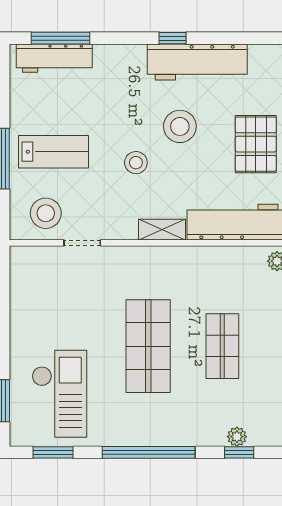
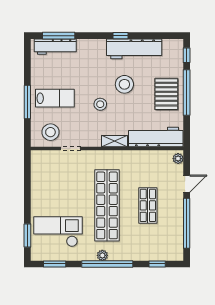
shop shelf: (148, 346) -> (107, 205), width x1.40
checkout: (59, 394) -> (58, 232), turned -90
plant: (237, 437) -> (102, 255), moved

